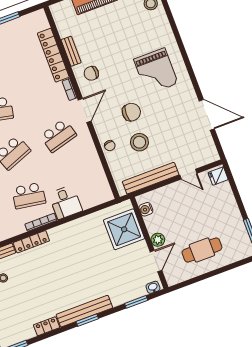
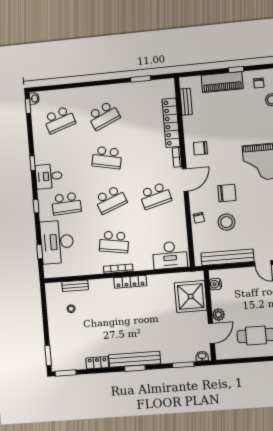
bench: (71, 51) -> (186, 102), moved
desk: (65, 202) -> (170, 255), moved, width x1.37
locker: (31, 242) -> (130, 282), moved

